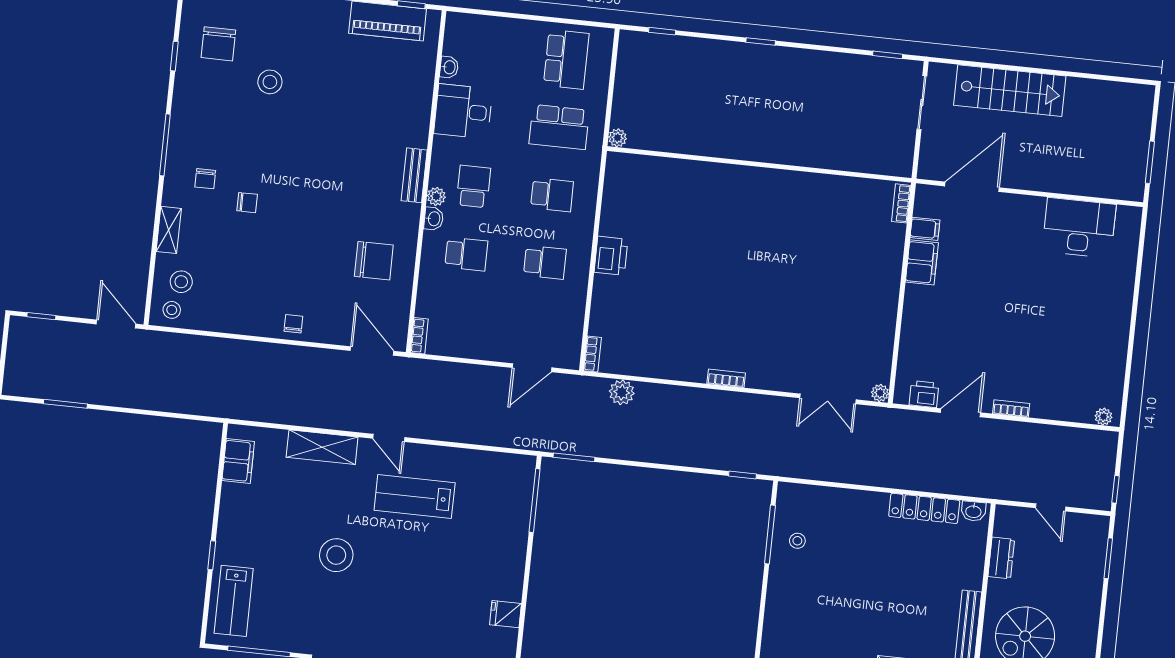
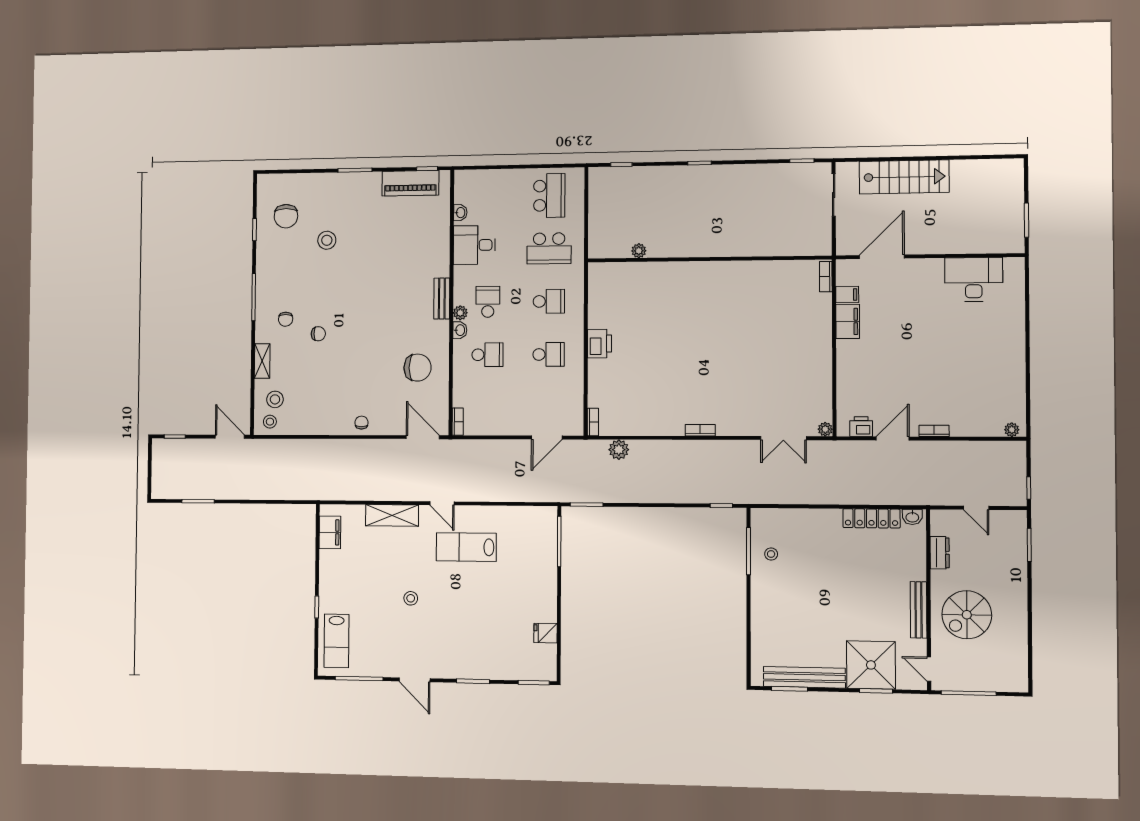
plant: (618, 138) -> (639, 251), moved
stool: (336, 555) -> (411, 598), width x0.53, depth x0.53

